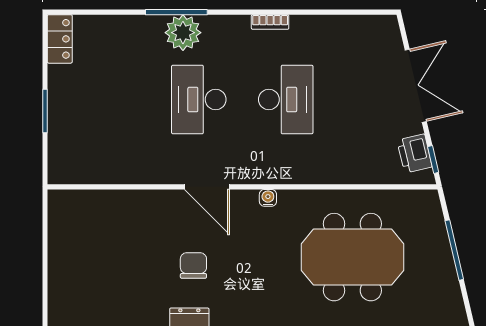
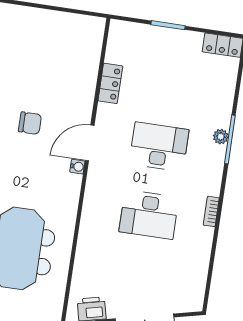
plant: (183, 33) -> (221, 137), width x0.53, depth x0.53
locker: (129, 172) -> (110, 83), added
water cooler: (268, 198) -> (77, 167), moved

